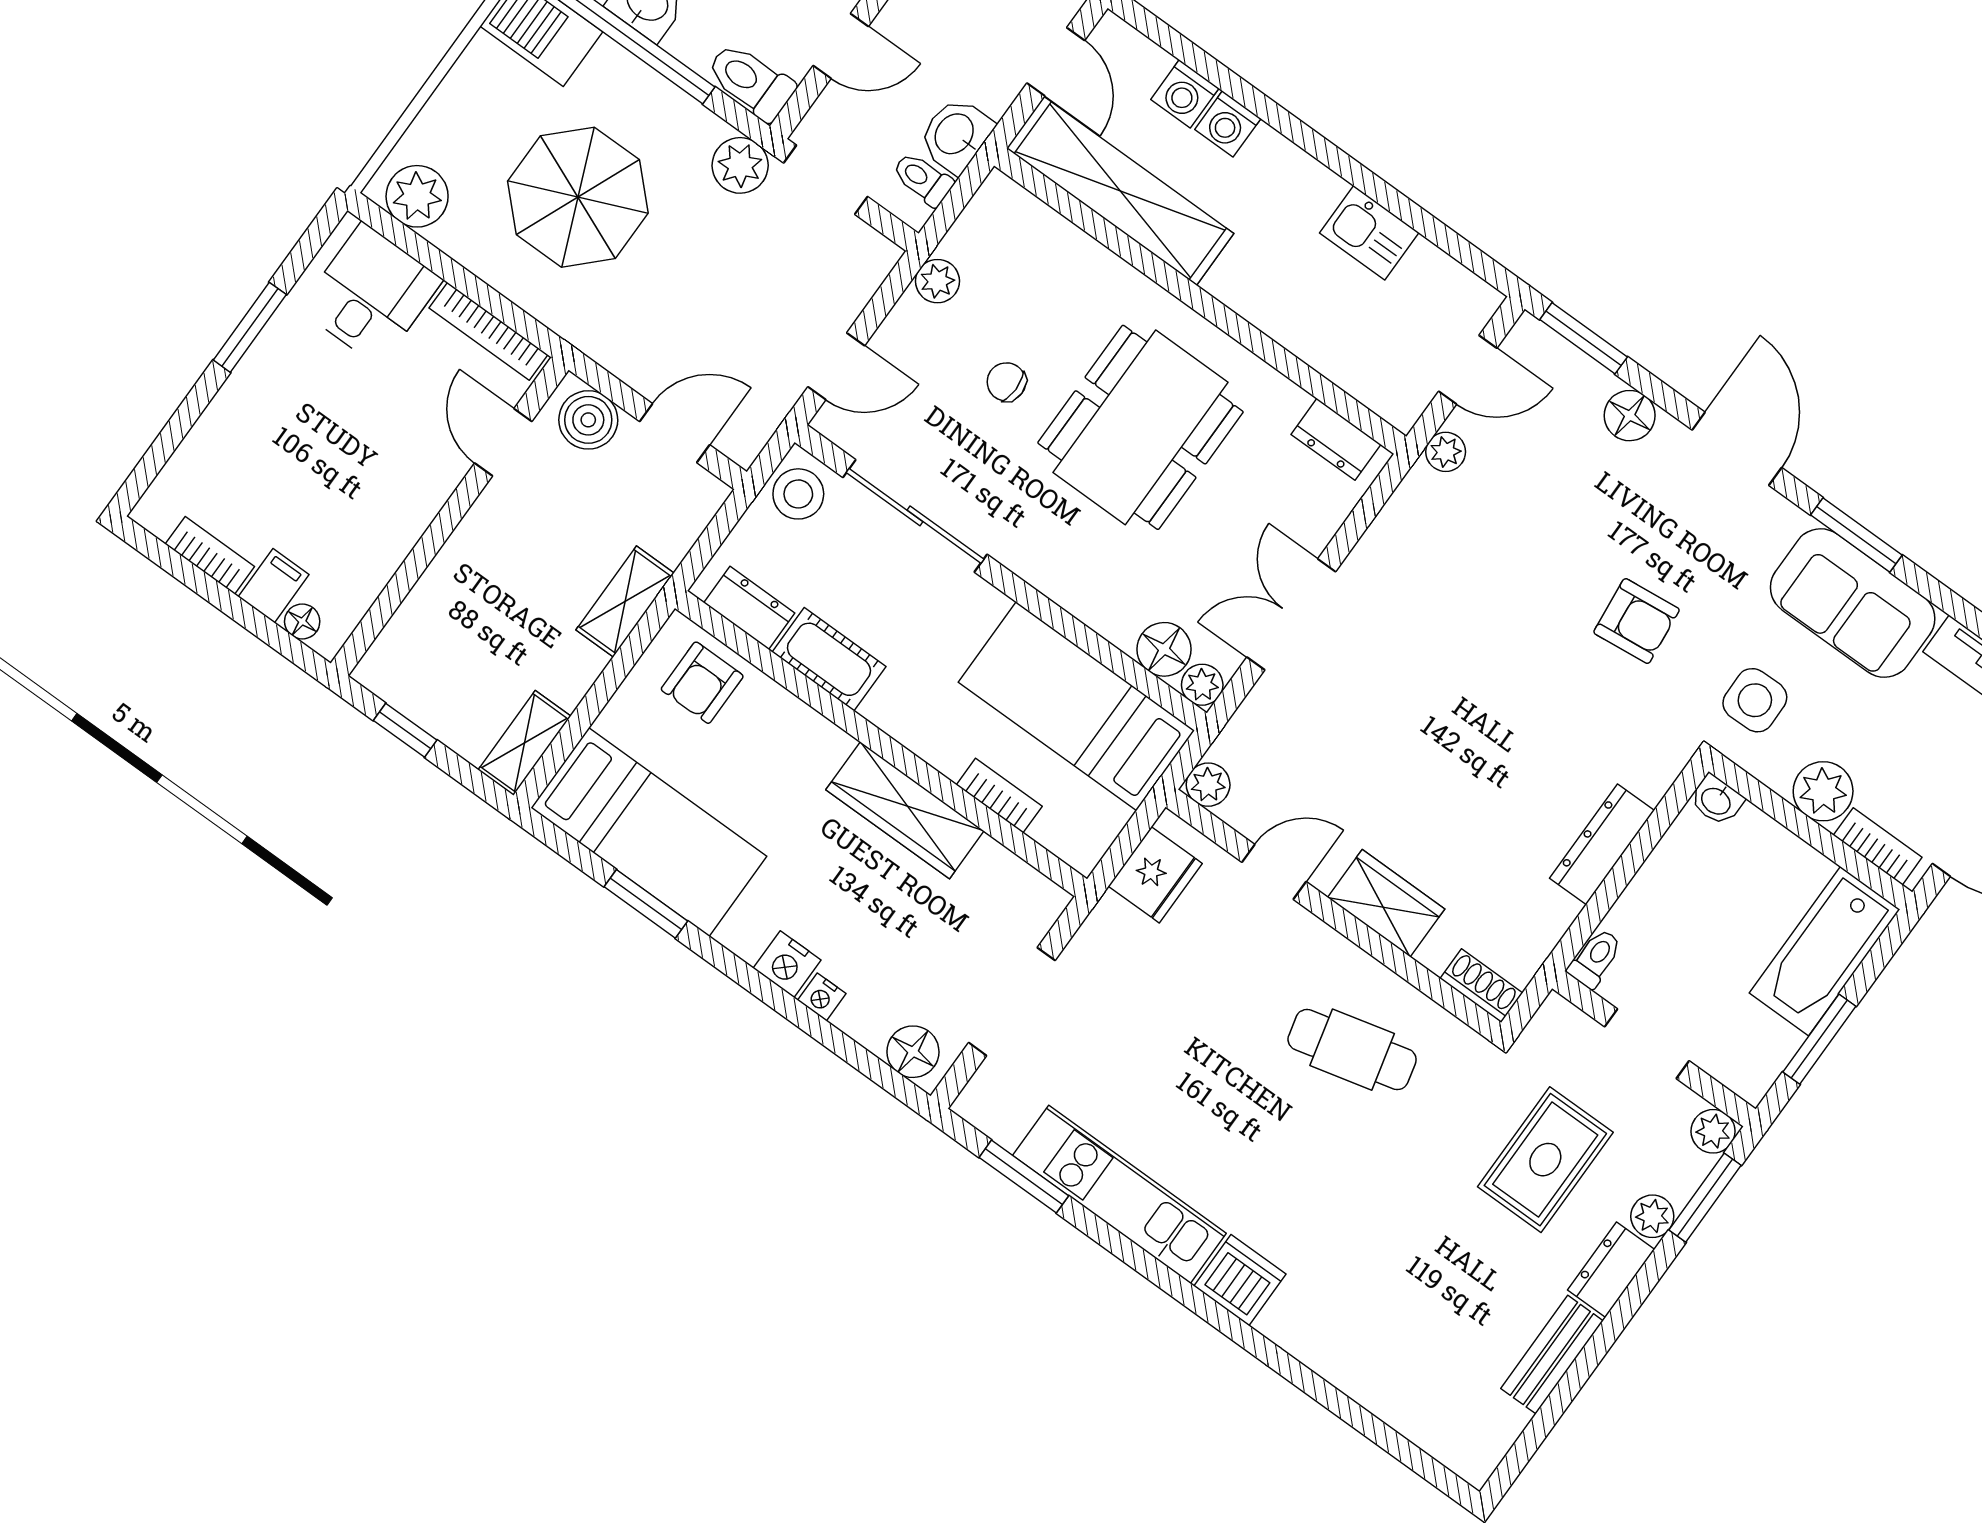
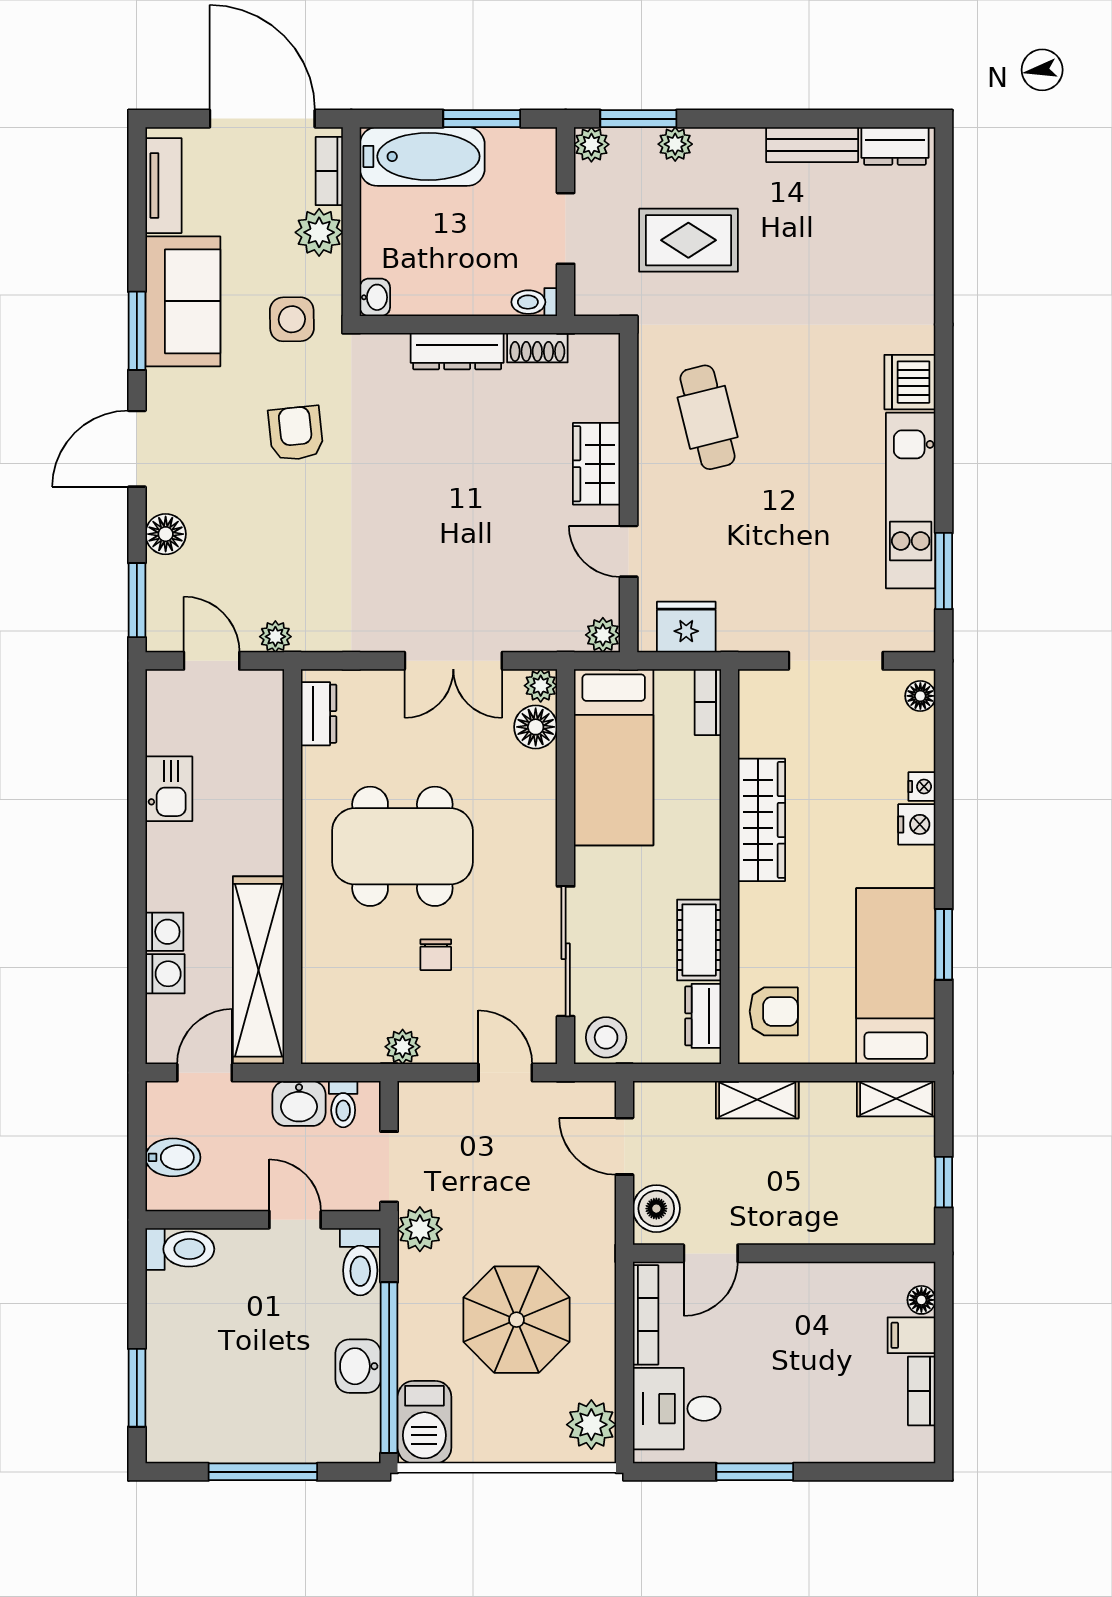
bookcase: (999, 796) -> (708, 702), moved
shoe rack: (1481, 986) -> (537, 348), moved, turned -90
floor lamp: (913, 1052) -> (920, 696), width x0.73, depth x0.73
dresser: (1611, 1270) -> (895, 146), moved

